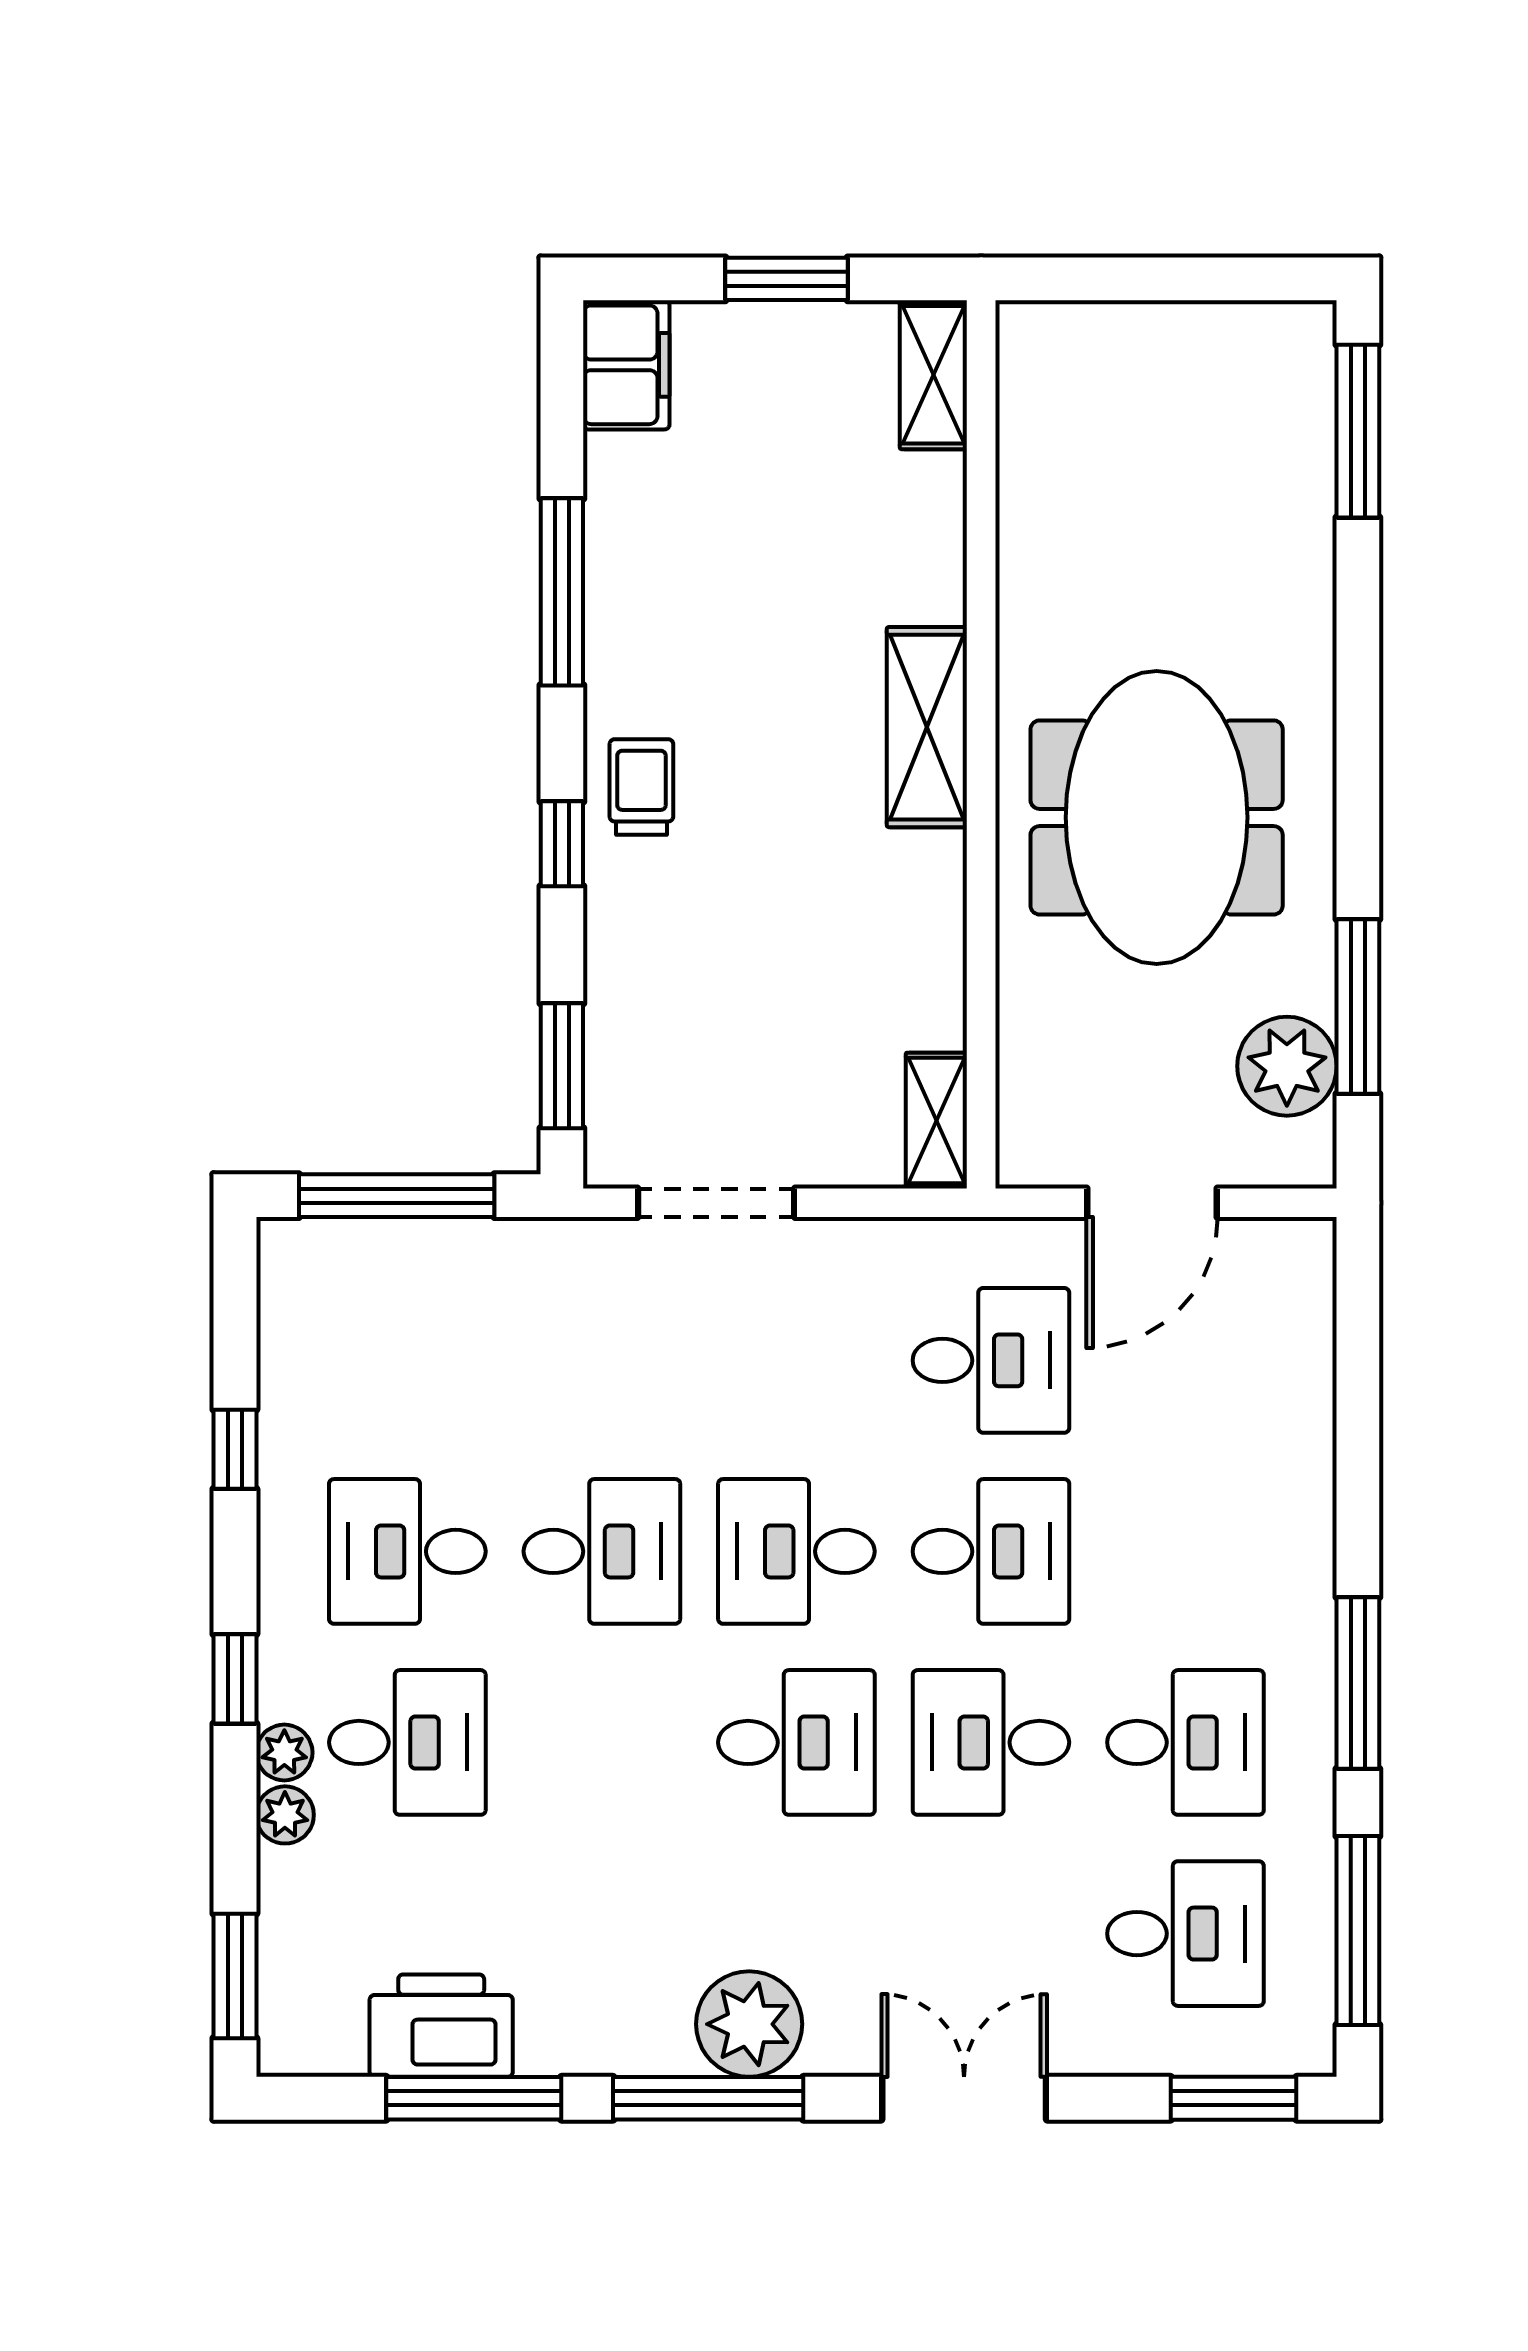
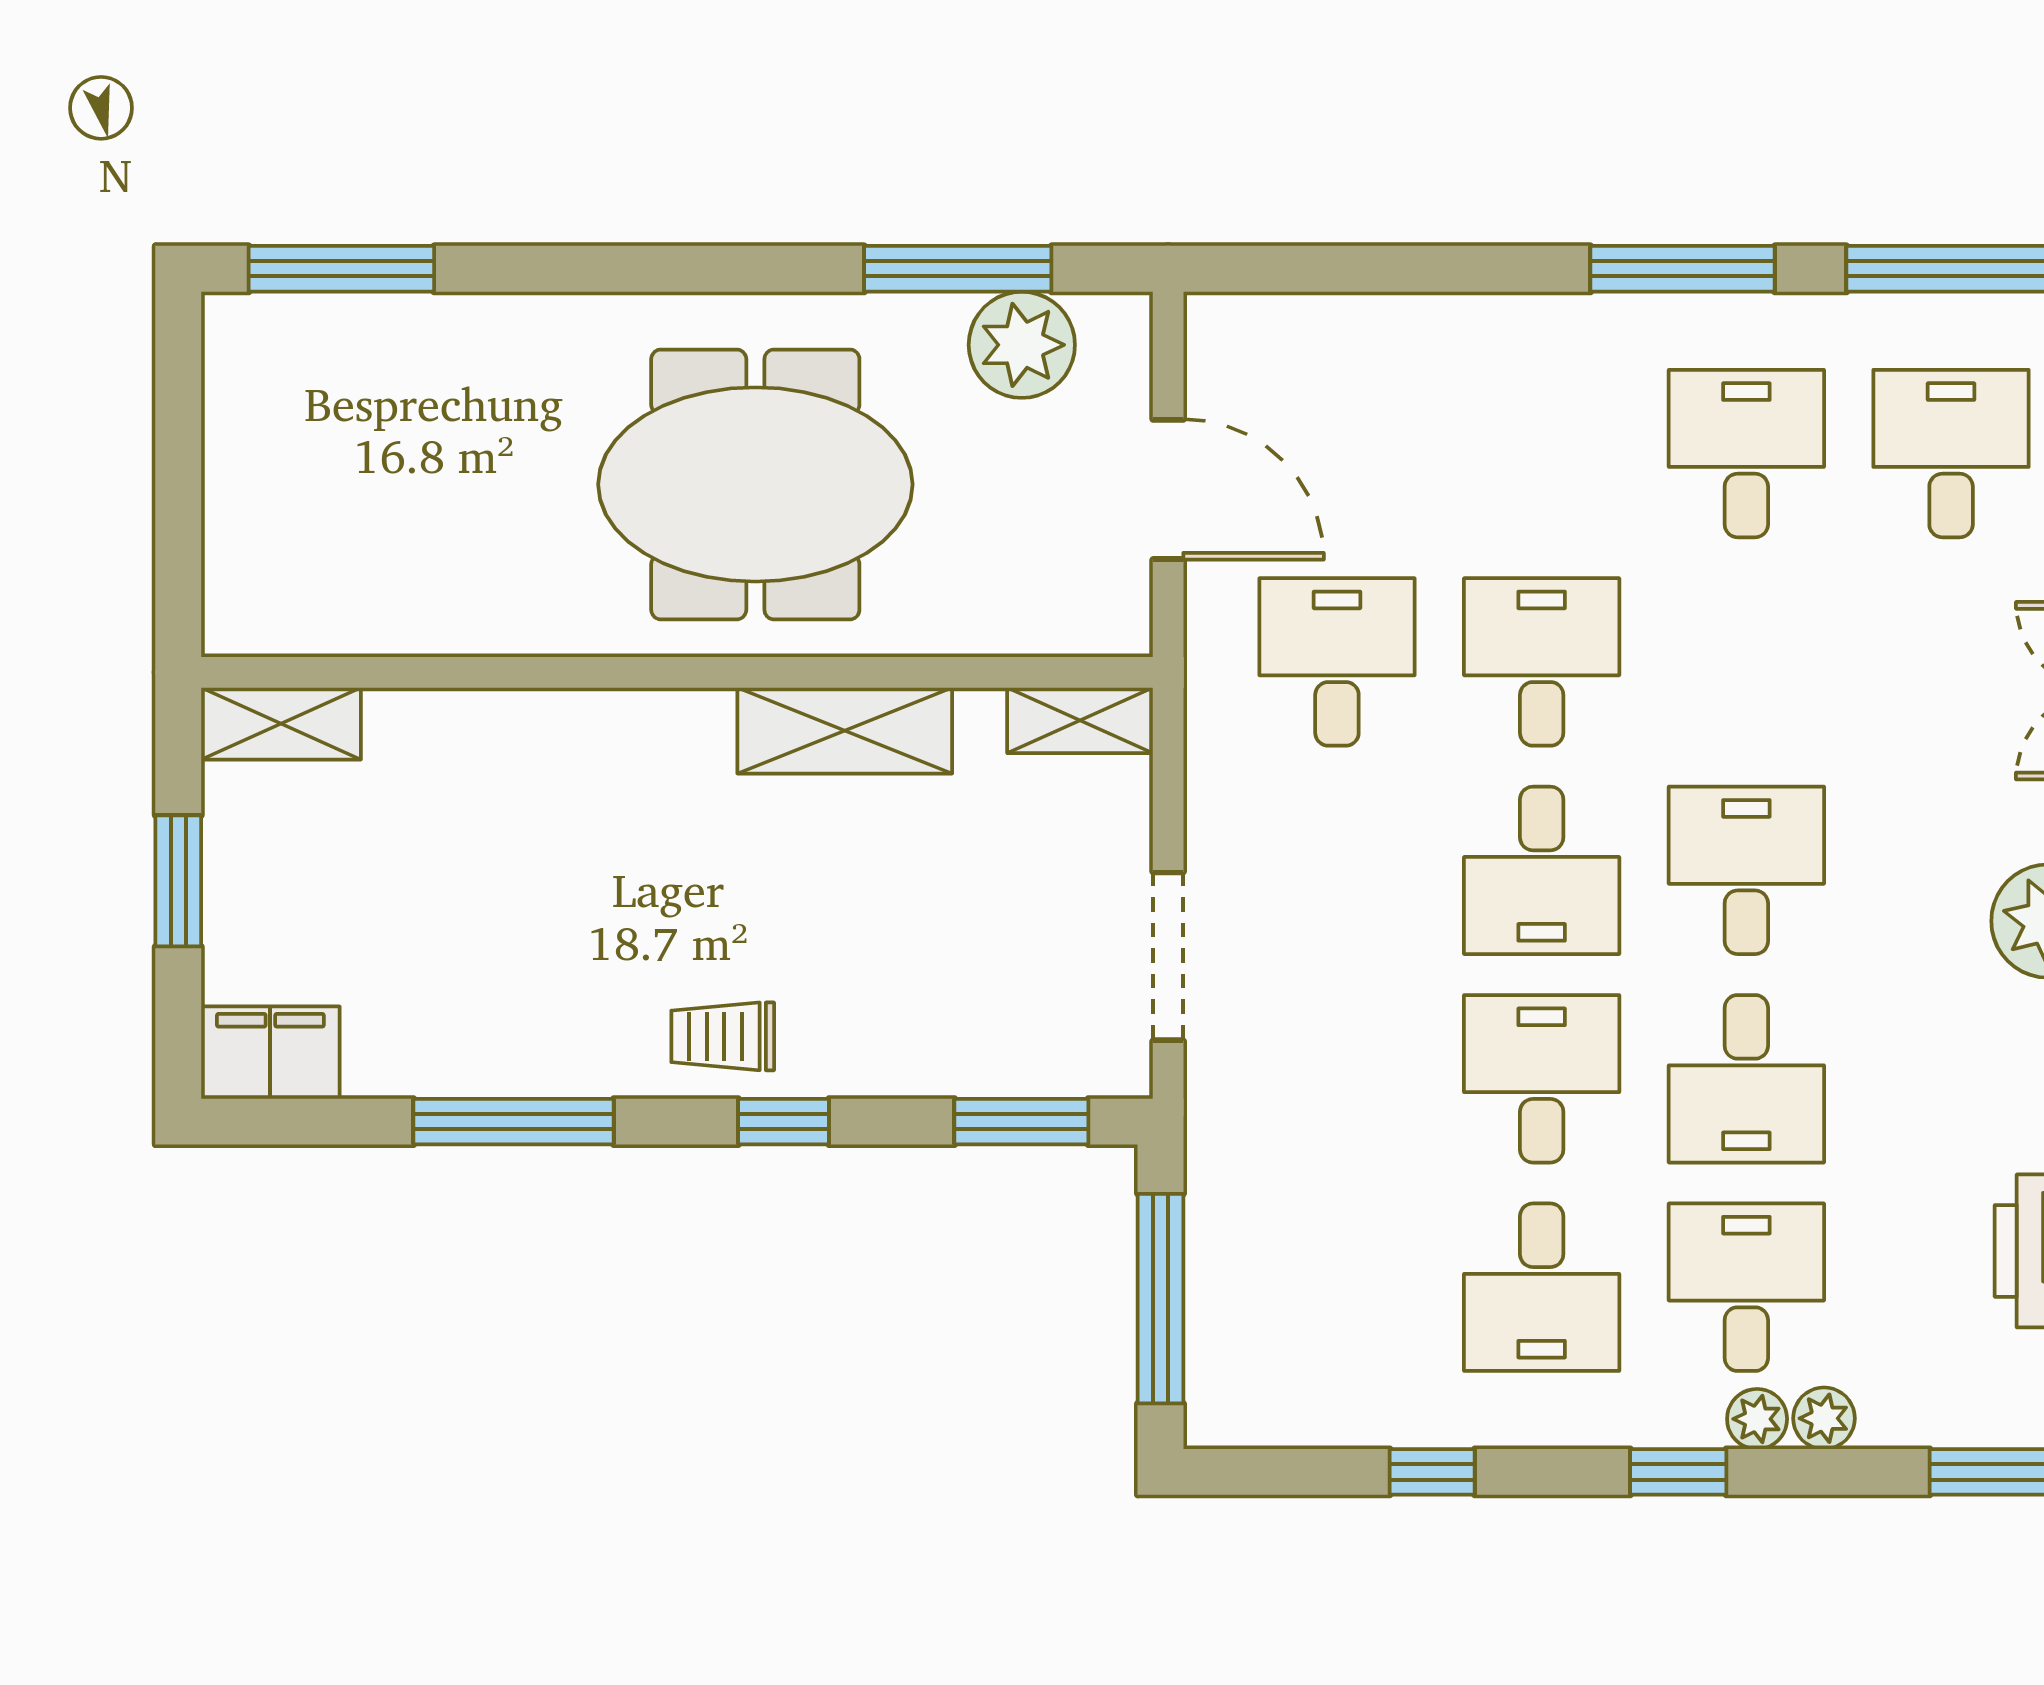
shelving: (927, 727) -> (845, 731), moved
desk: (991, 1742) -> (1746, 1079), moved

